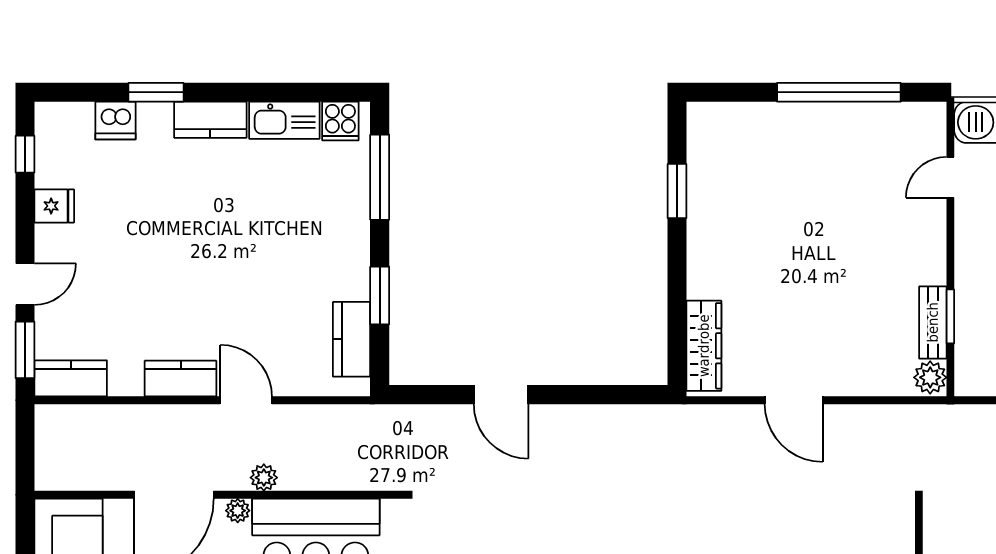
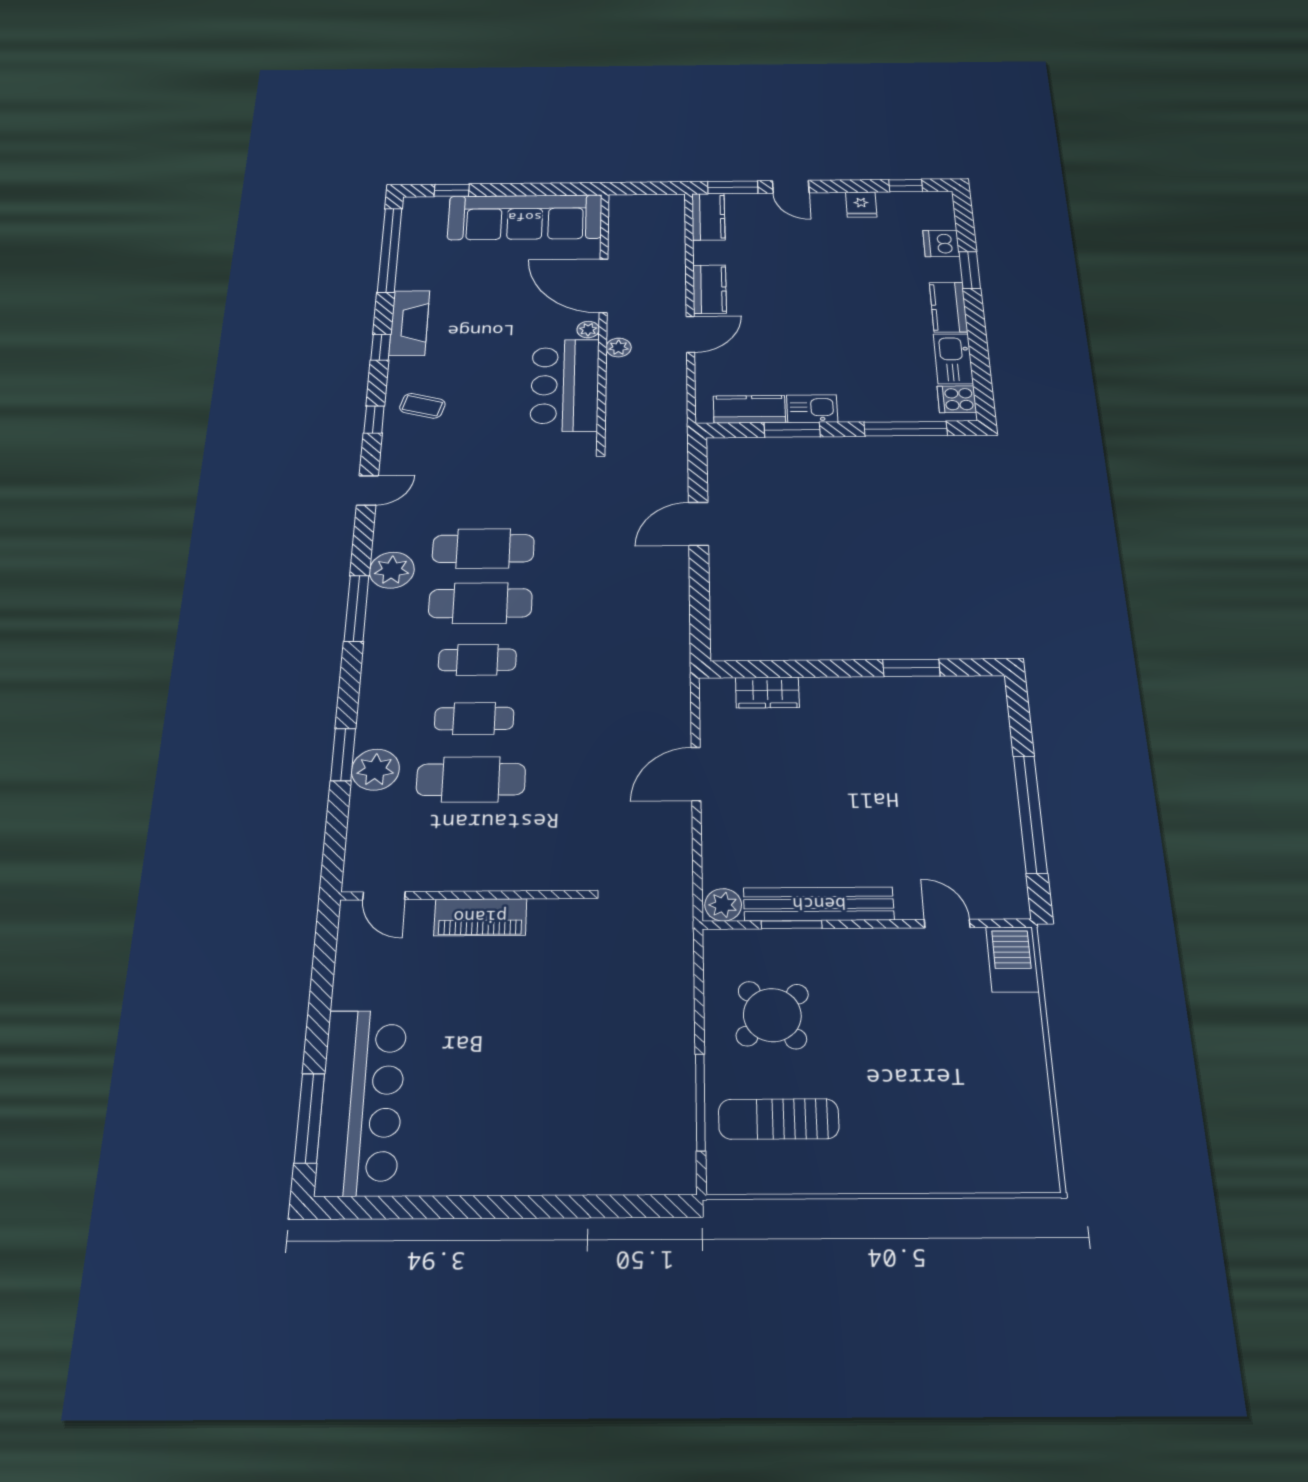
kitchen sink: (351, 273) -> (812, 409), added
bench: (933, 322) -> (819, 904), width x1.86, depth x1.21
wardrobe: (704, 346) -> (767, 692), width x0.67

